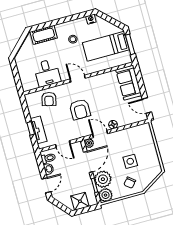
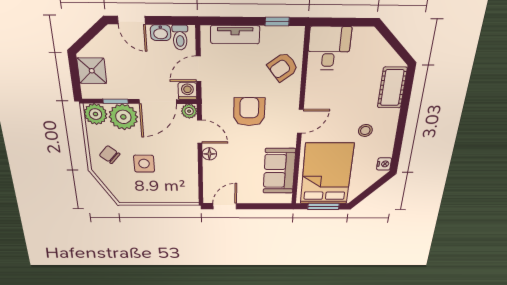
bed: (106, 46) -> (327, 174), width x1.50
desk: (47, 73) -> (329, 48), moved, turned 90
sofa: (129, 83) -> (279, 171), moved, turned -90
armchair: (49, 99) -> (283, 67), turned -51
armchair: (80, 109) -> (249, 112), turned 90
window: (31, 128) -> (277, 21), moved
door: (100, 134) -> (200, 132), hinge flipped
washing machine: (77, 147) -> (187, 91), added
door: (88, 162) -> (158, 102), hinge flipped

